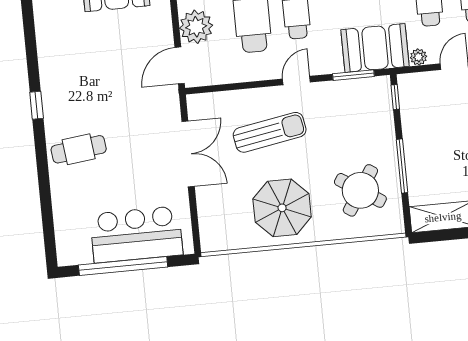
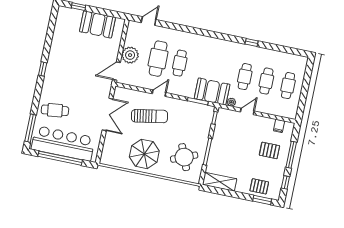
door: (296, 81) -> (159, 93), moved
cafe table: (79, 149) -> (55, 110), moved
round table: (360, 190) -> (184, 157), turned 35
window: (48, 226) -> (30, 128), added
bar counter: (136, 234) -> (63, 143), width x1.36

